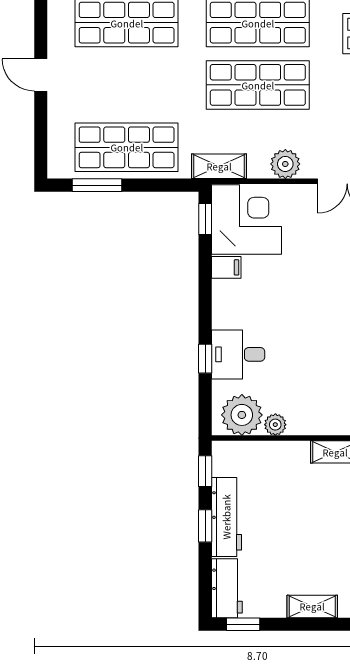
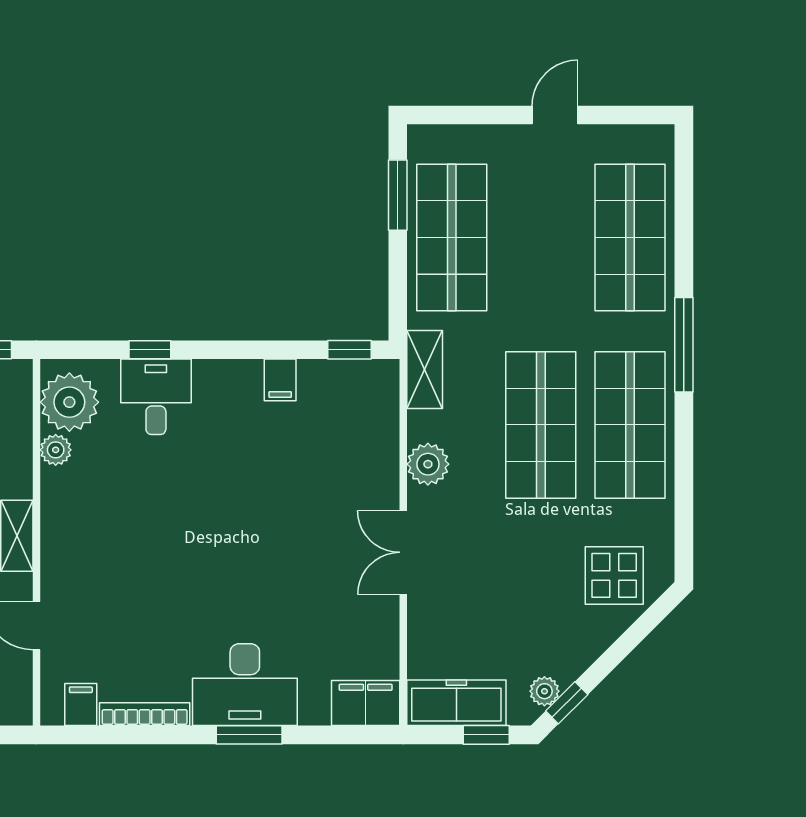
corner desk: (246, 220) -> (349, 409), removed

